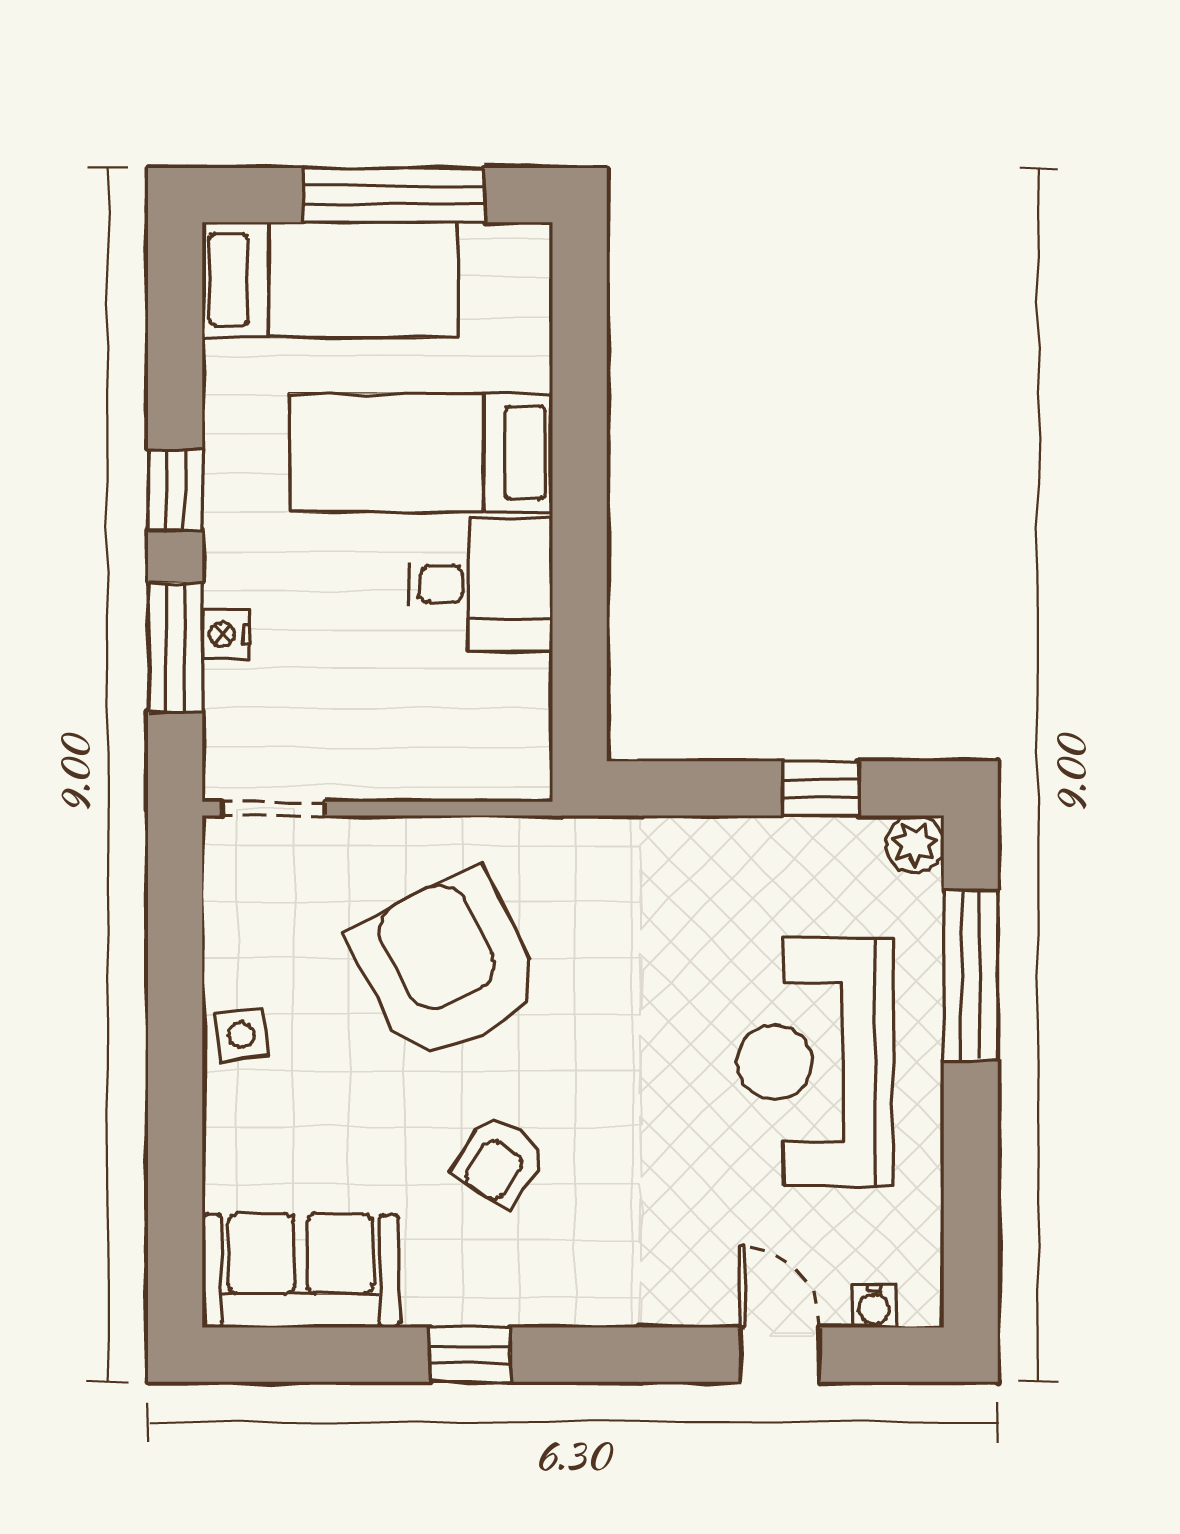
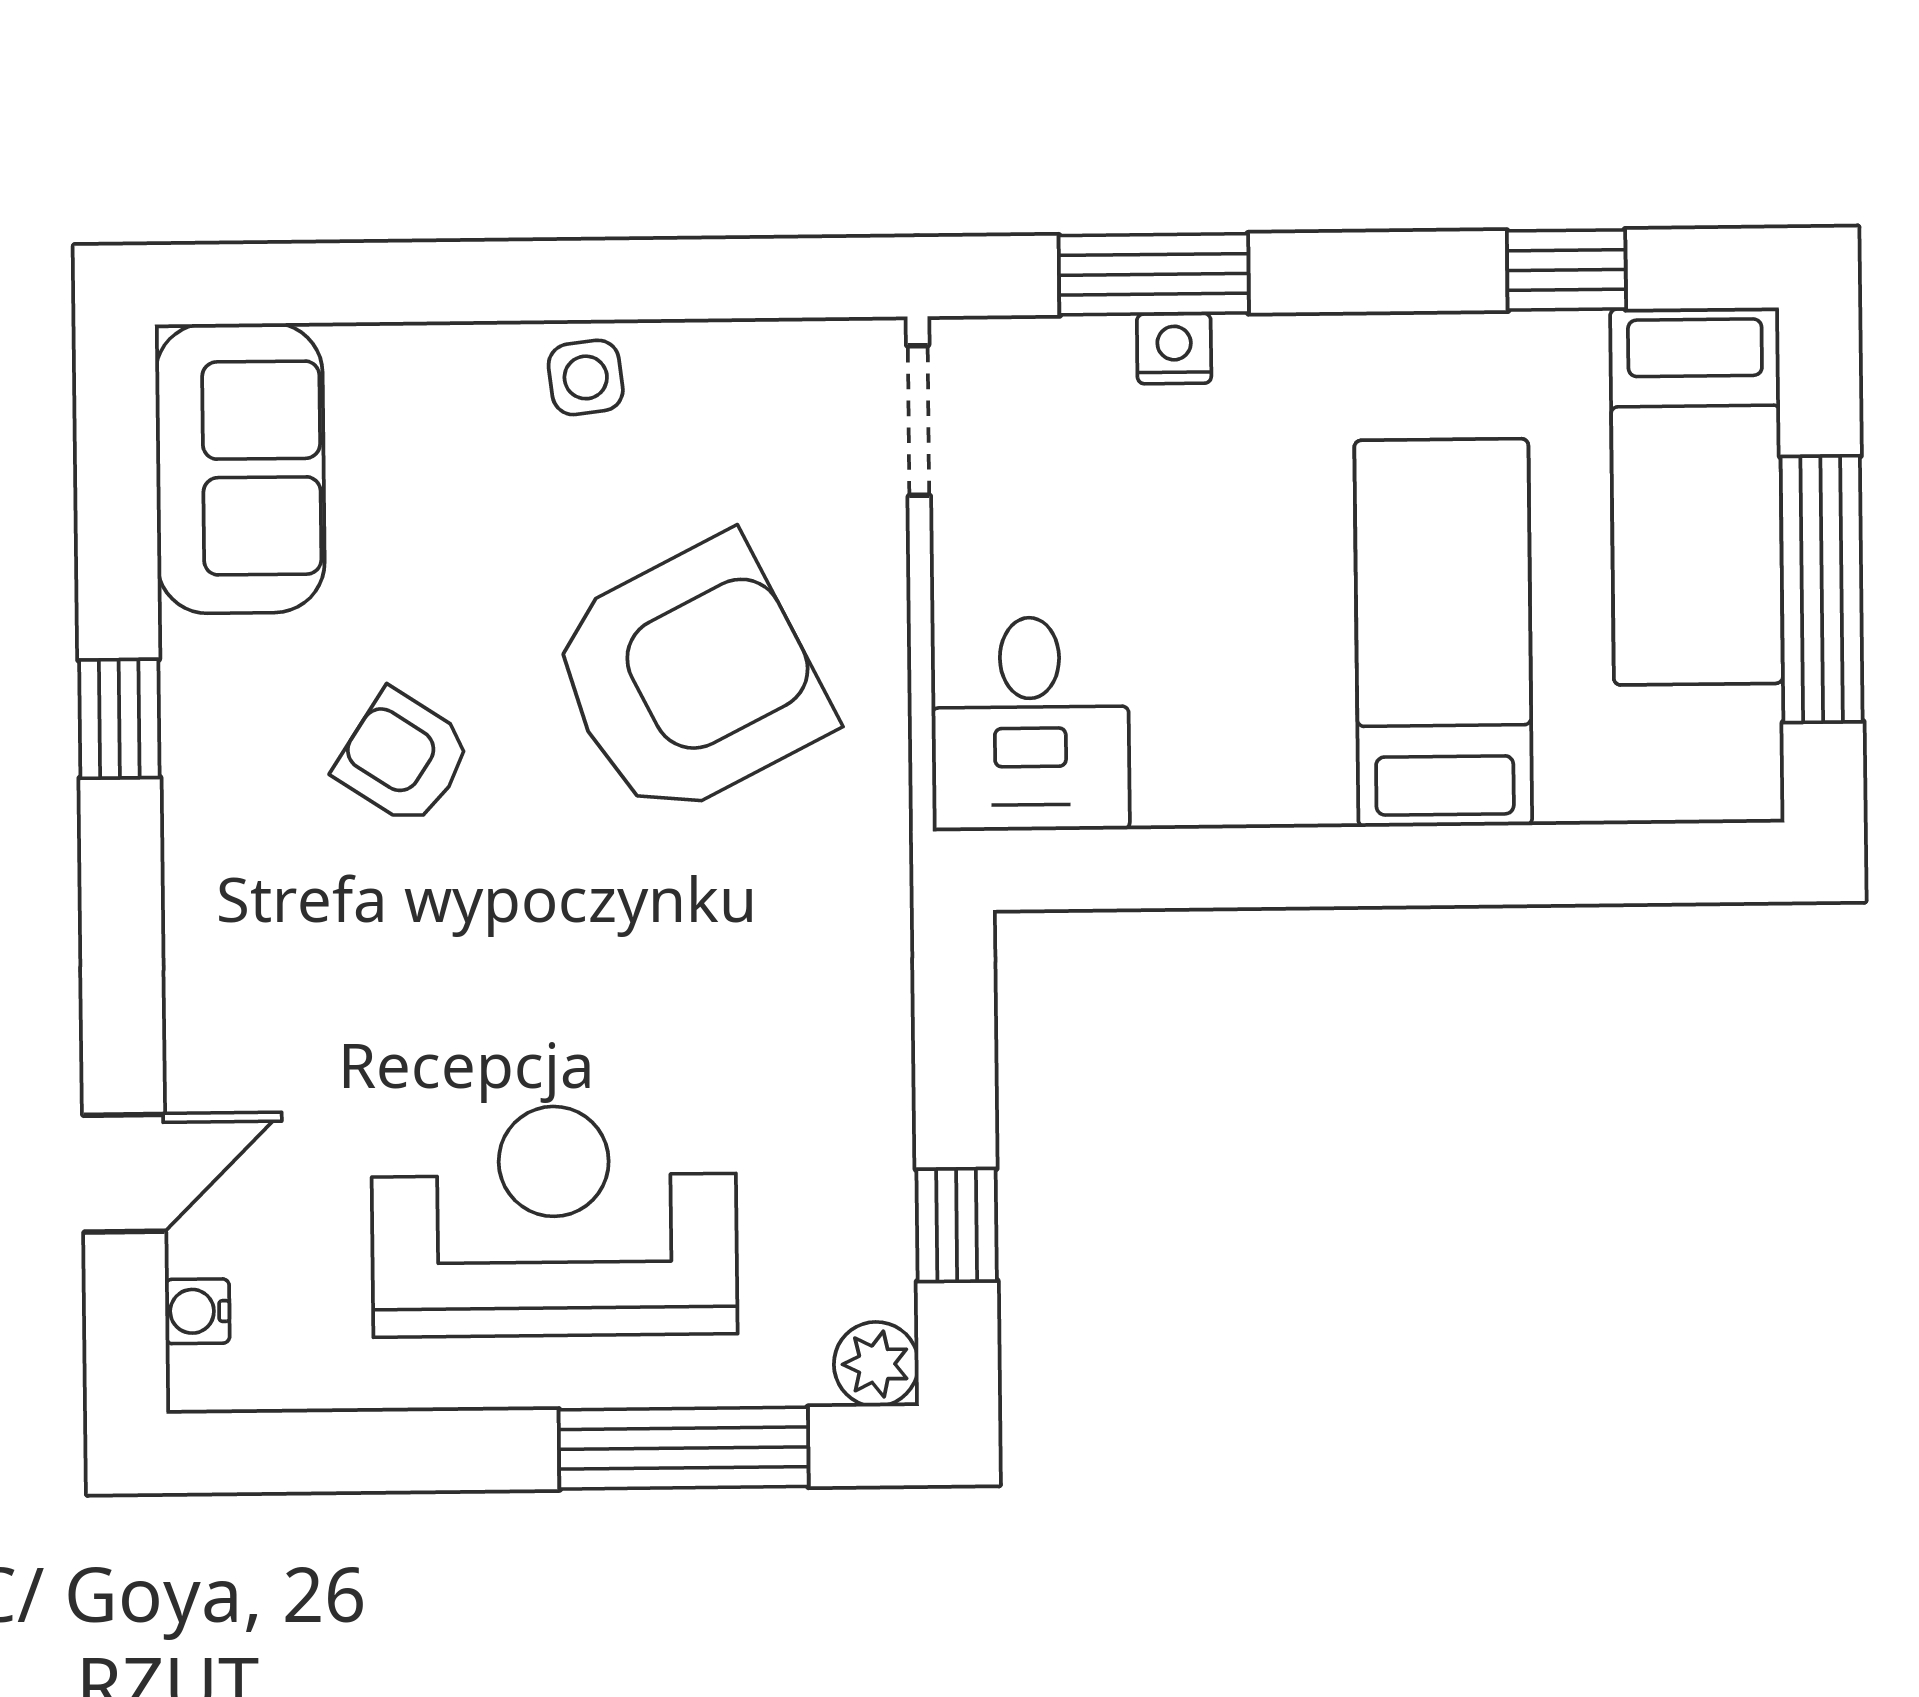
window: (175, 490) -> (1566, 270), moved
desk: (480, 585) -> (1030, 724), moved

